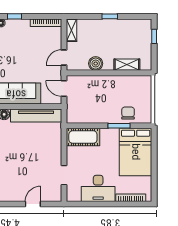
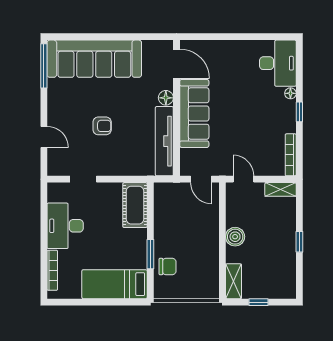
window: (154, 36) -> (259, 302), moved
boiler: (96, 64) -> (235, 237), moved
shelving: (127, 65) -> (234, 281), moved
door: (64, 89) -> (201, 179), swing flipped
bed: (136, 152) -> (115, 284), width x0.67
armchair: (25, 161) -> (102, 126), added

